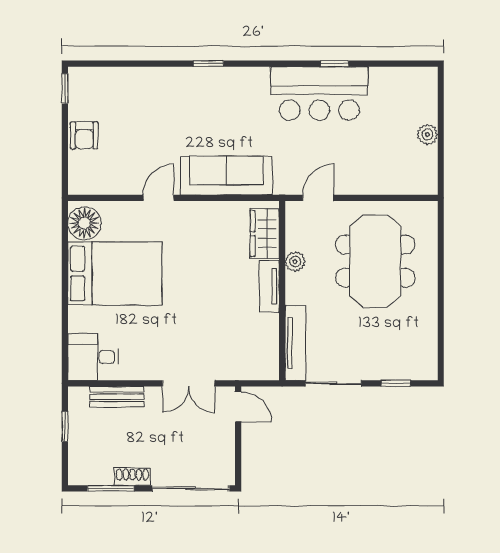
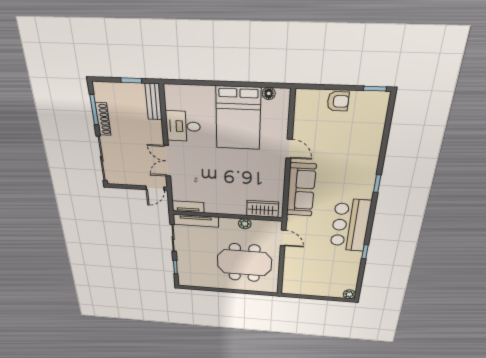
bar counter: (319, 93) -> (350, 225), moved
plant: (427, 134) -> (349, 294), moved
armchair: (84, 135) -> (338, 101), turned 180
floor lamp: (84, 223) -> (269, 93), width x0.53, depth x0.53
tv unit: (269, 286) -> (188, 207), moved
desk: (93, 357) -> (183, 126), moved, turned -90
bench: (117, 397) -> (154, 102), moved
shoe rack: (132, 477) -> (103, 119), width x1.43

